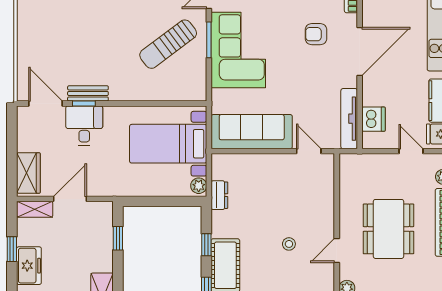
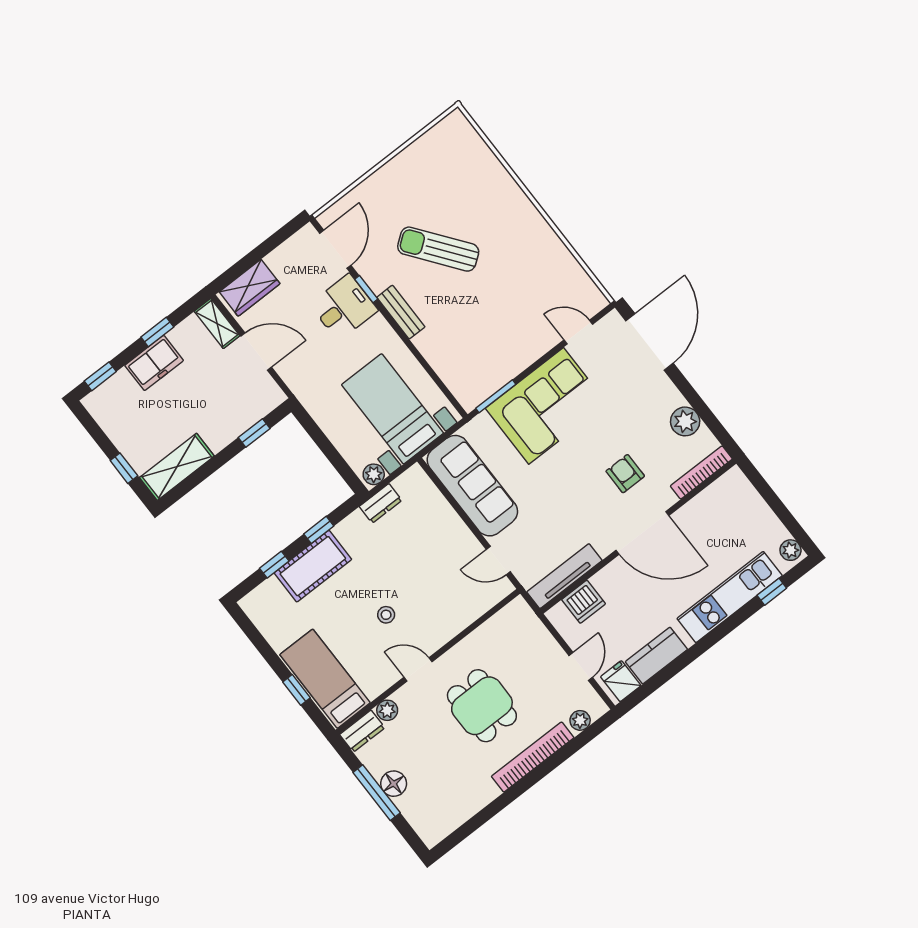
window: (209, 40) -> (496, 396), moved
sun lounger: (168, 44) -> (438, 249), moved
bench: (88, 93) -> (401, 312), moved
door: (309, 151) -> (498, 561), swing flipped
dining table: (388, 229) -> (482, 706), width x0.73

